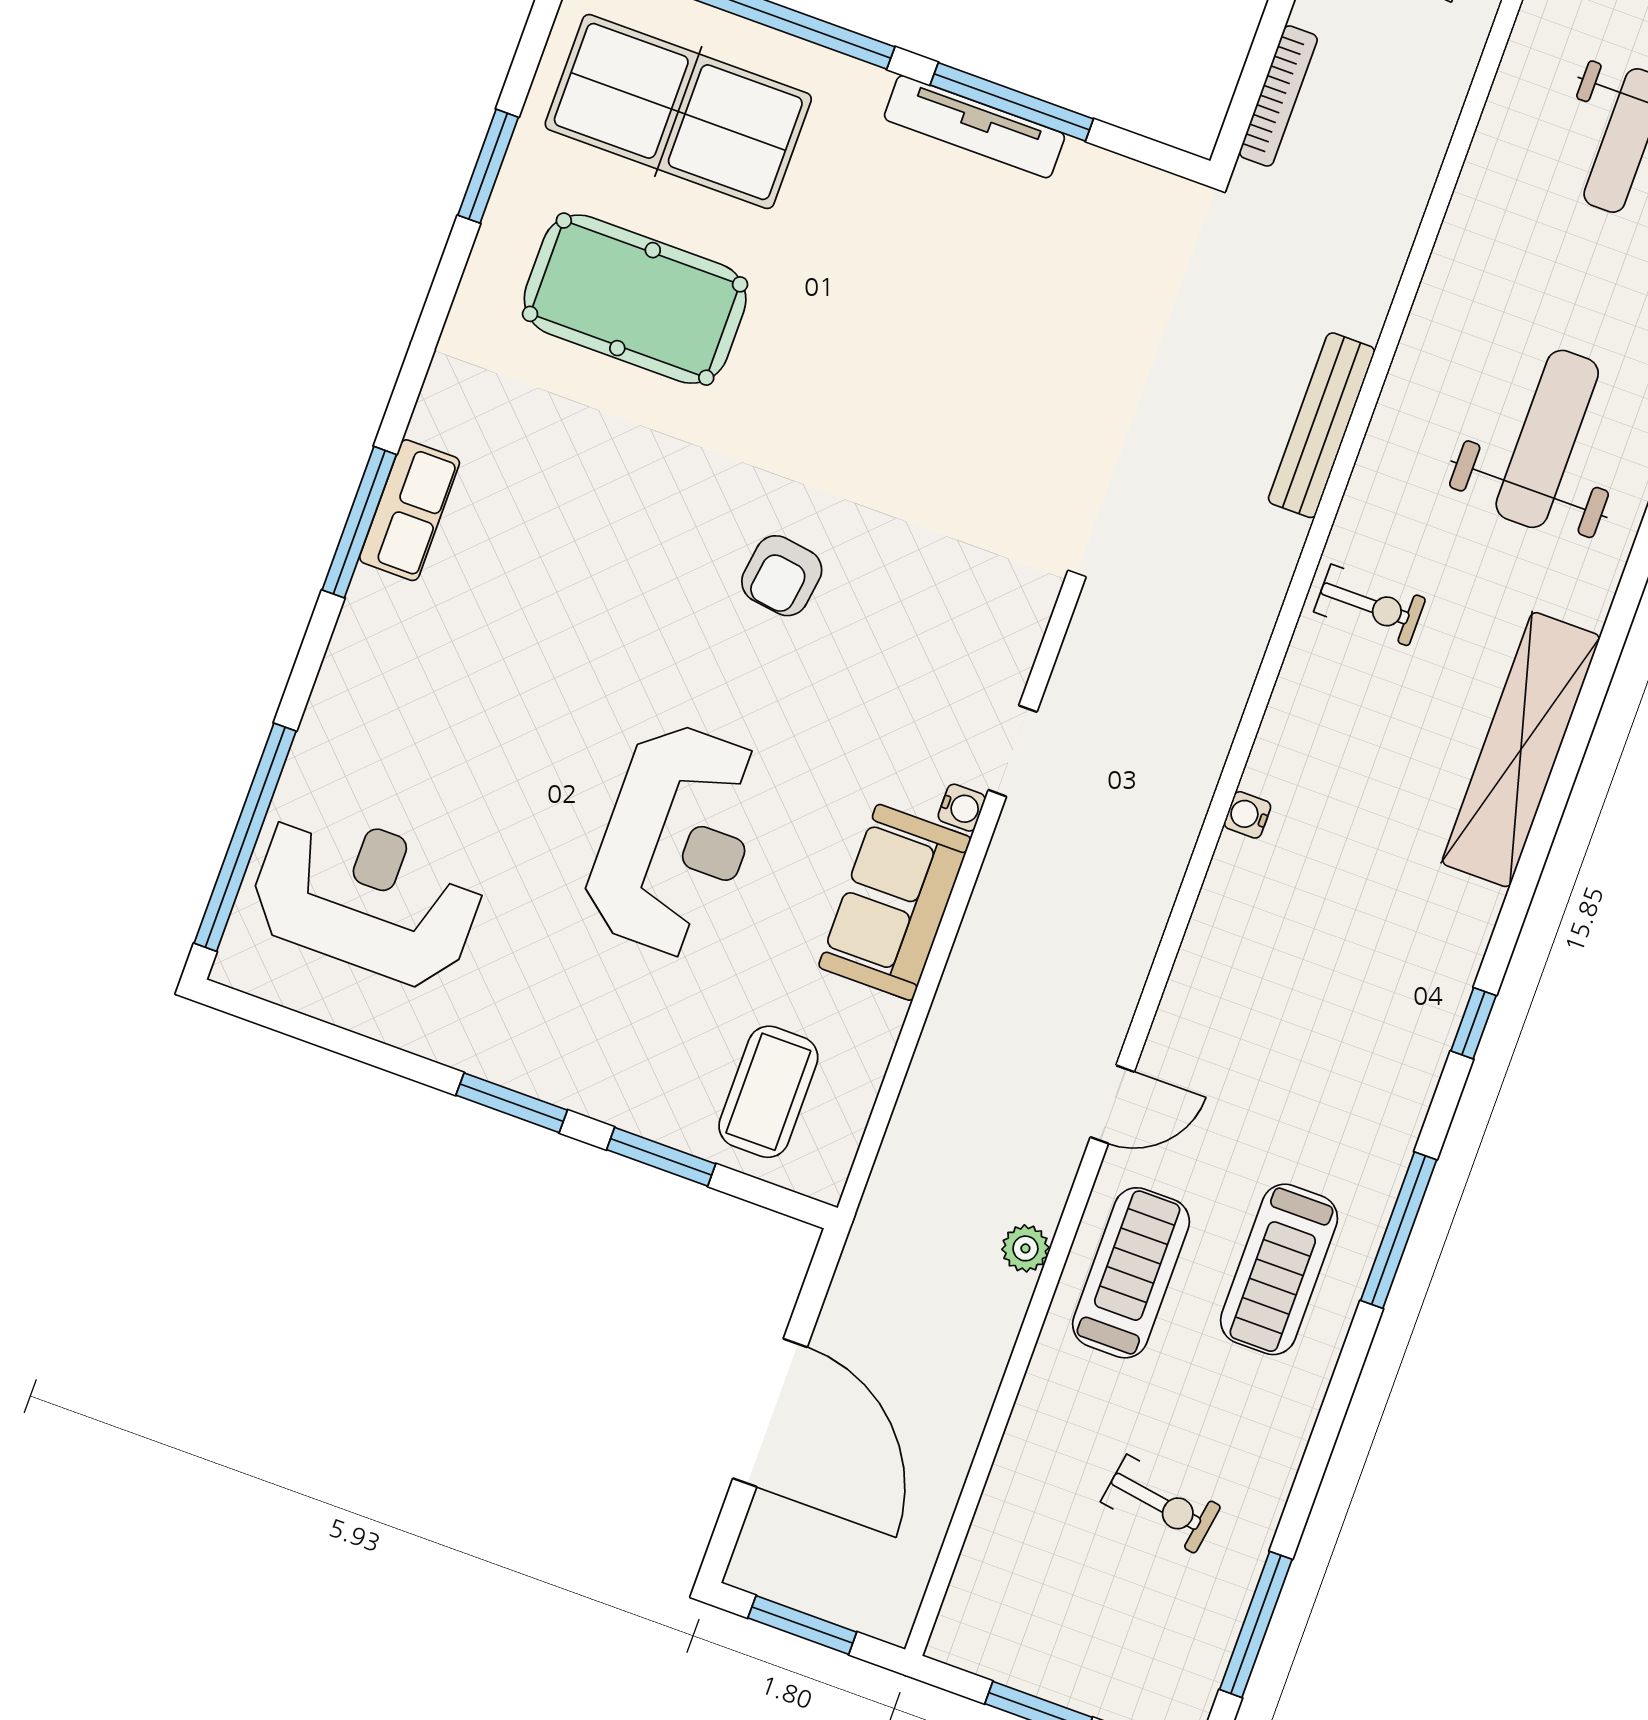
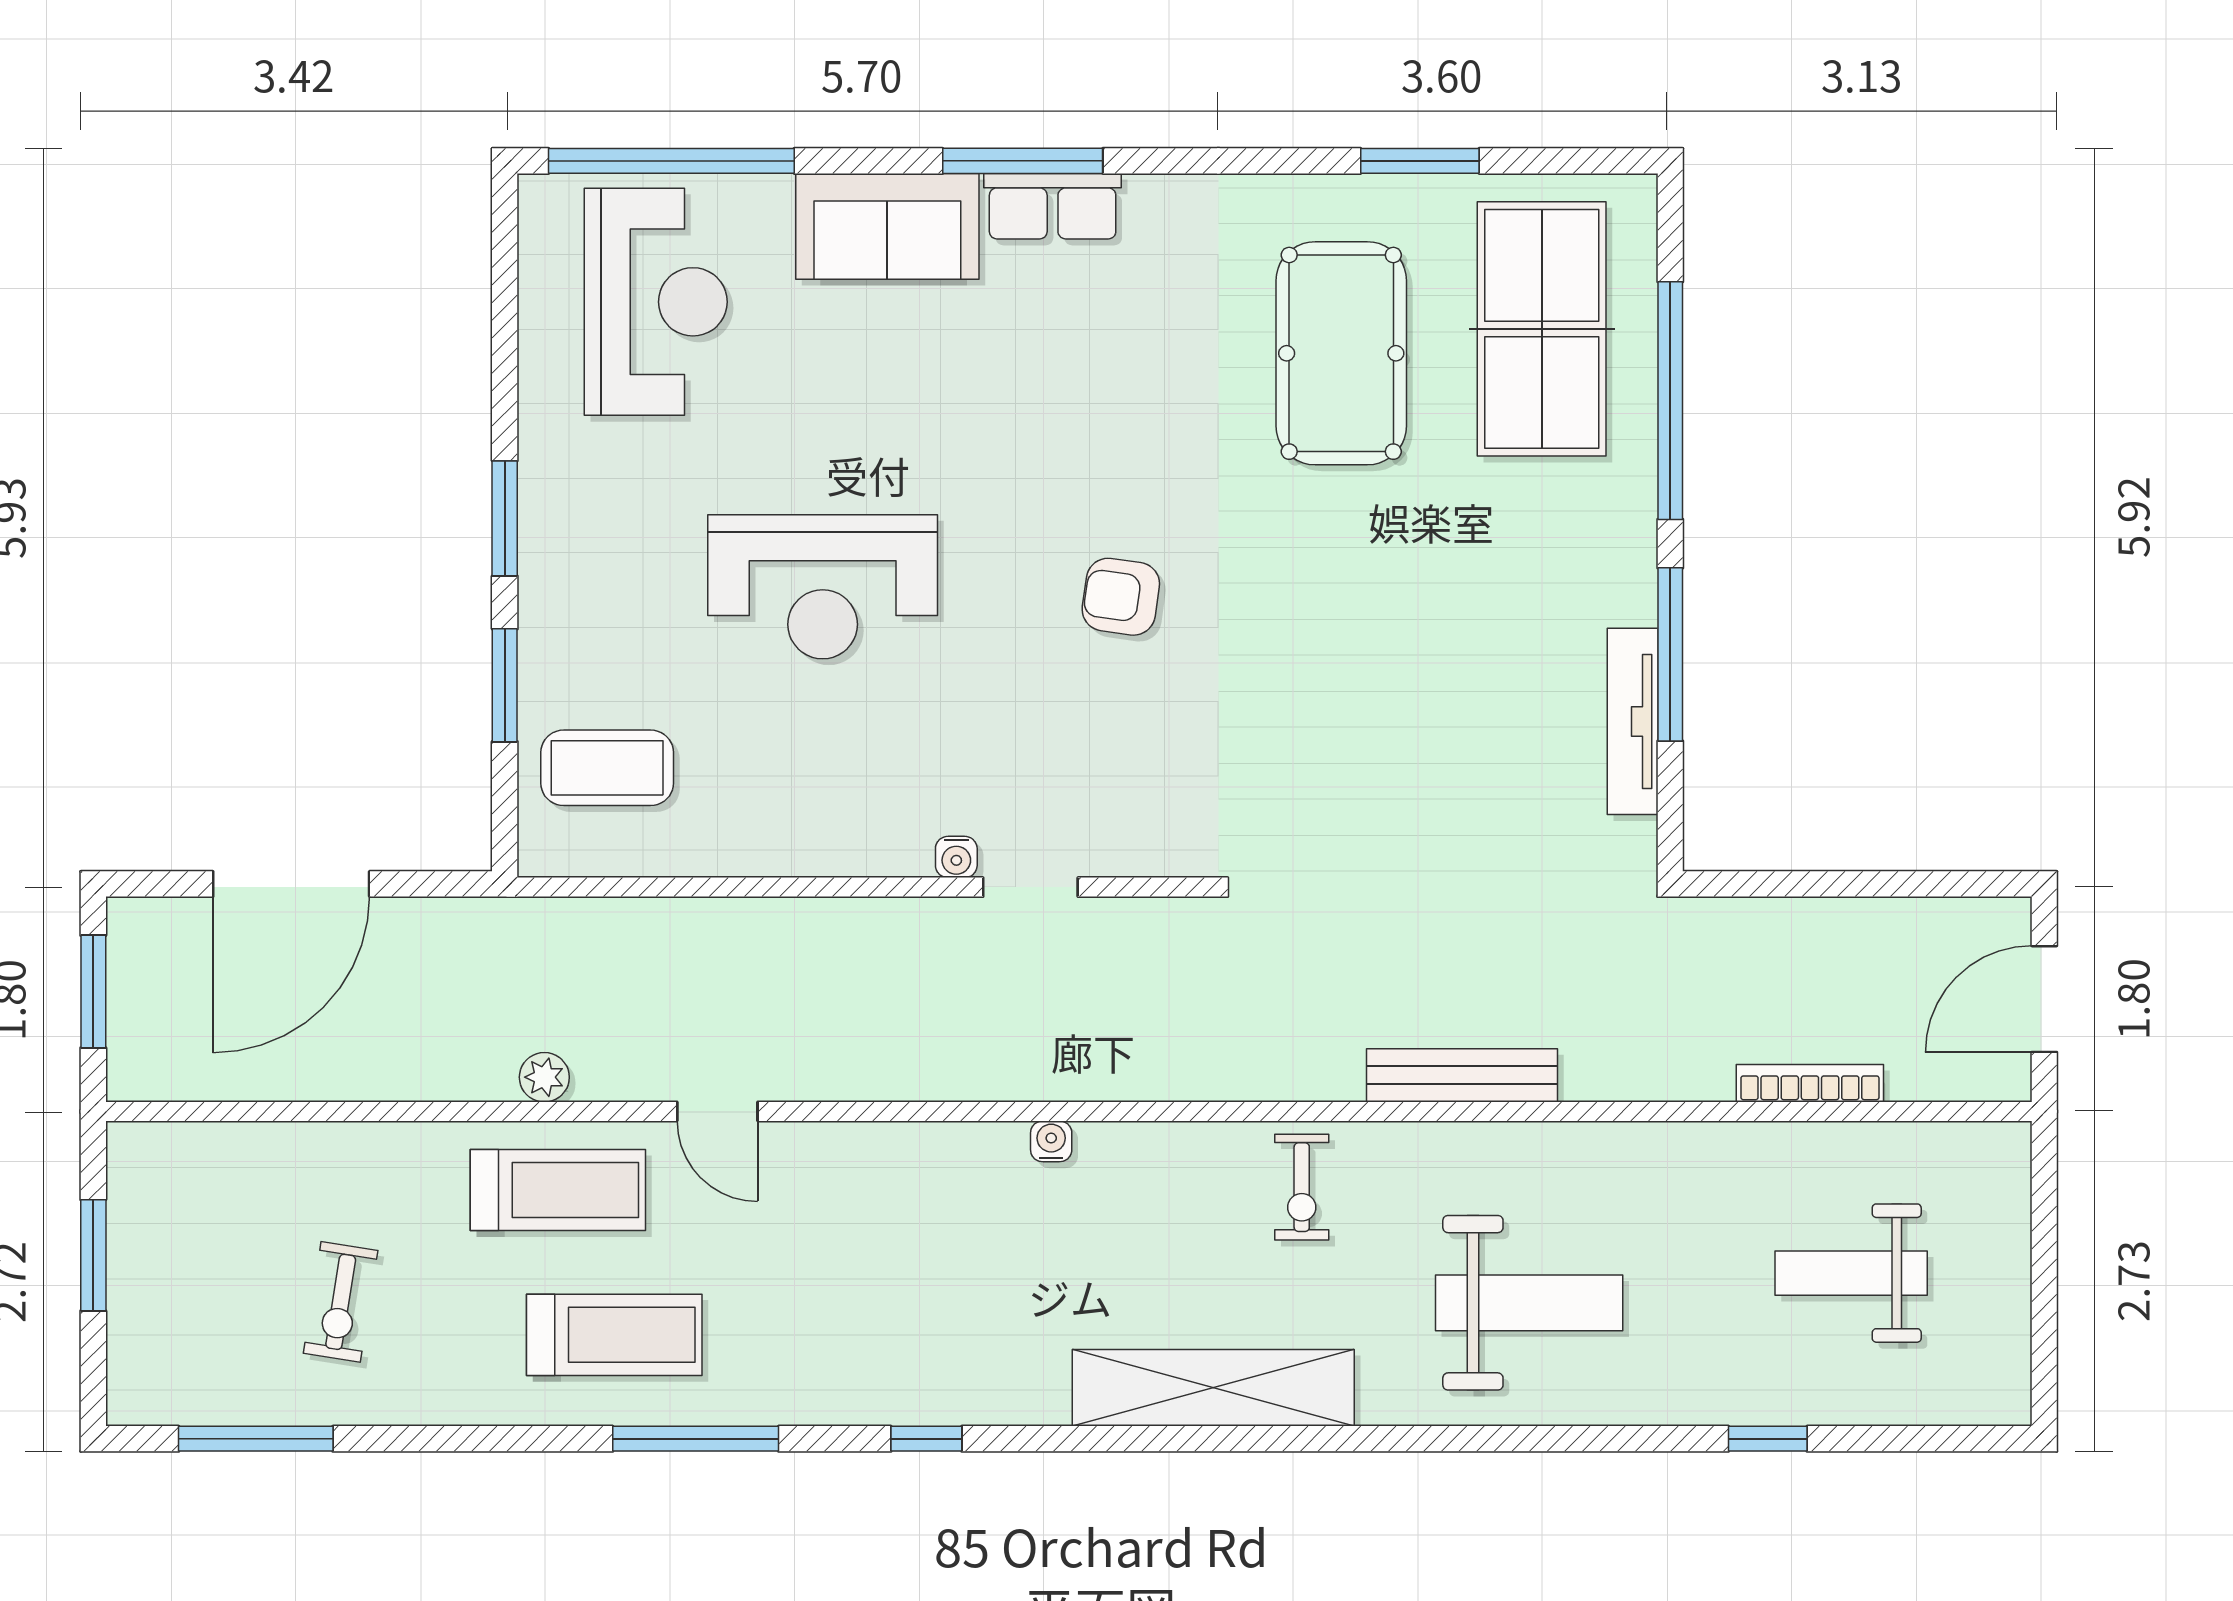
bookcase: (1278, 96) -> (1810, 1083), moved, turned 180
tv unit: (974, 127) -> (1633, 721), moved
sofa: (895, 902) -> (887, 226), moved, turned 180
treadmill: (1279, 1269) -> (614, 1335), turned 180

